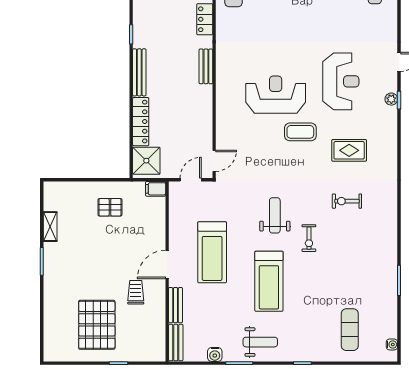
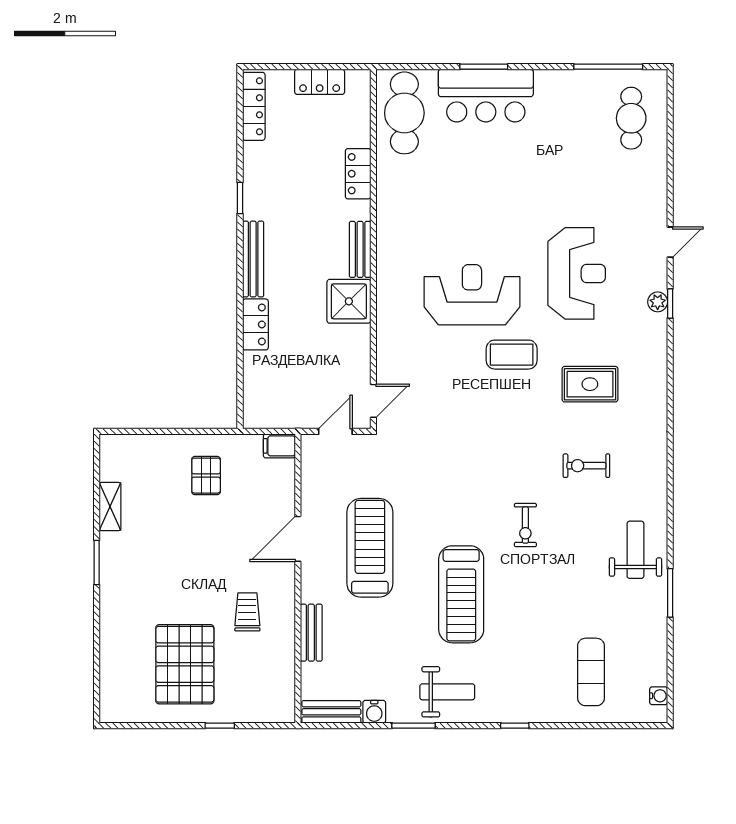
locker: (141, 122) -> (255, 324), width x0.66
shower: (146, 161) -> (349, 301), moved
pallet: (110, 207) -> (206, 476), turned 90
weight bench: (275, 215) -> (635, 550), moved
treadmill: (212, 252) -> (370, 548), turned 180
door: (167, 264) -> (298, 539), moved
bench: (176, 343) -> (331, 712), moved, turned 90

